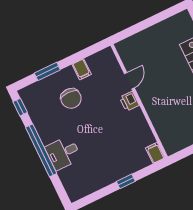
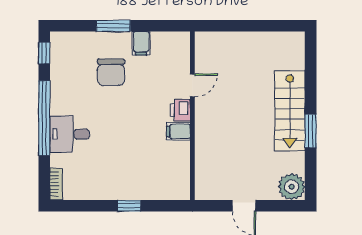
window: (47, 71) -> (113, 26), moved
filing cabinet: (155, 153) -> (178, 131), moved, turned -90
bookcase: (70, 190) -> (56, 184), added

